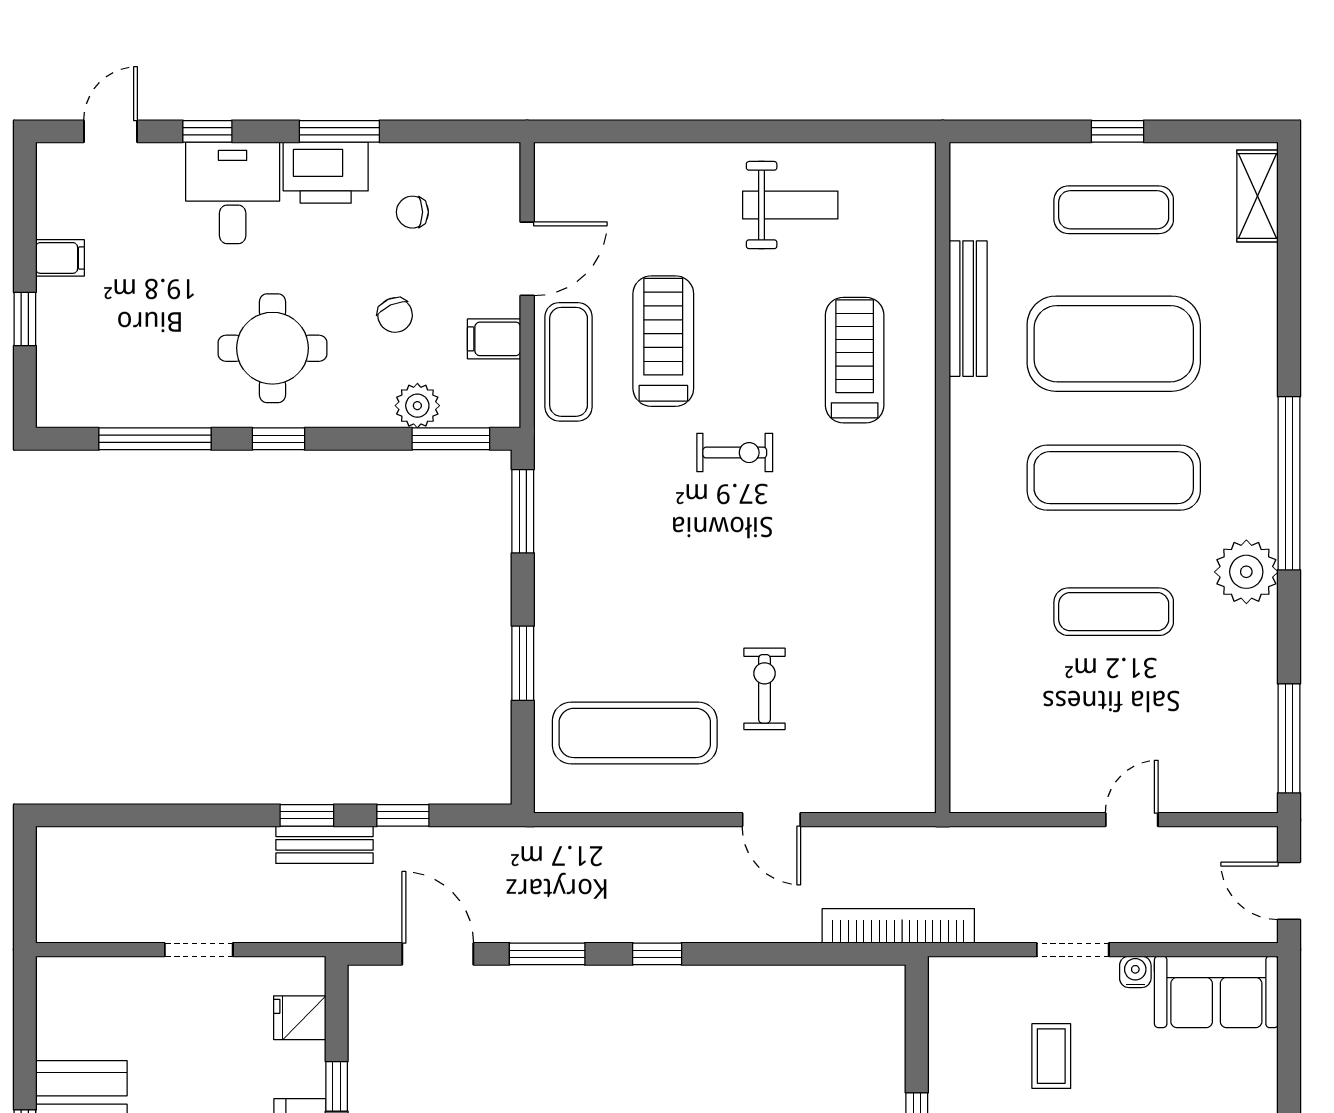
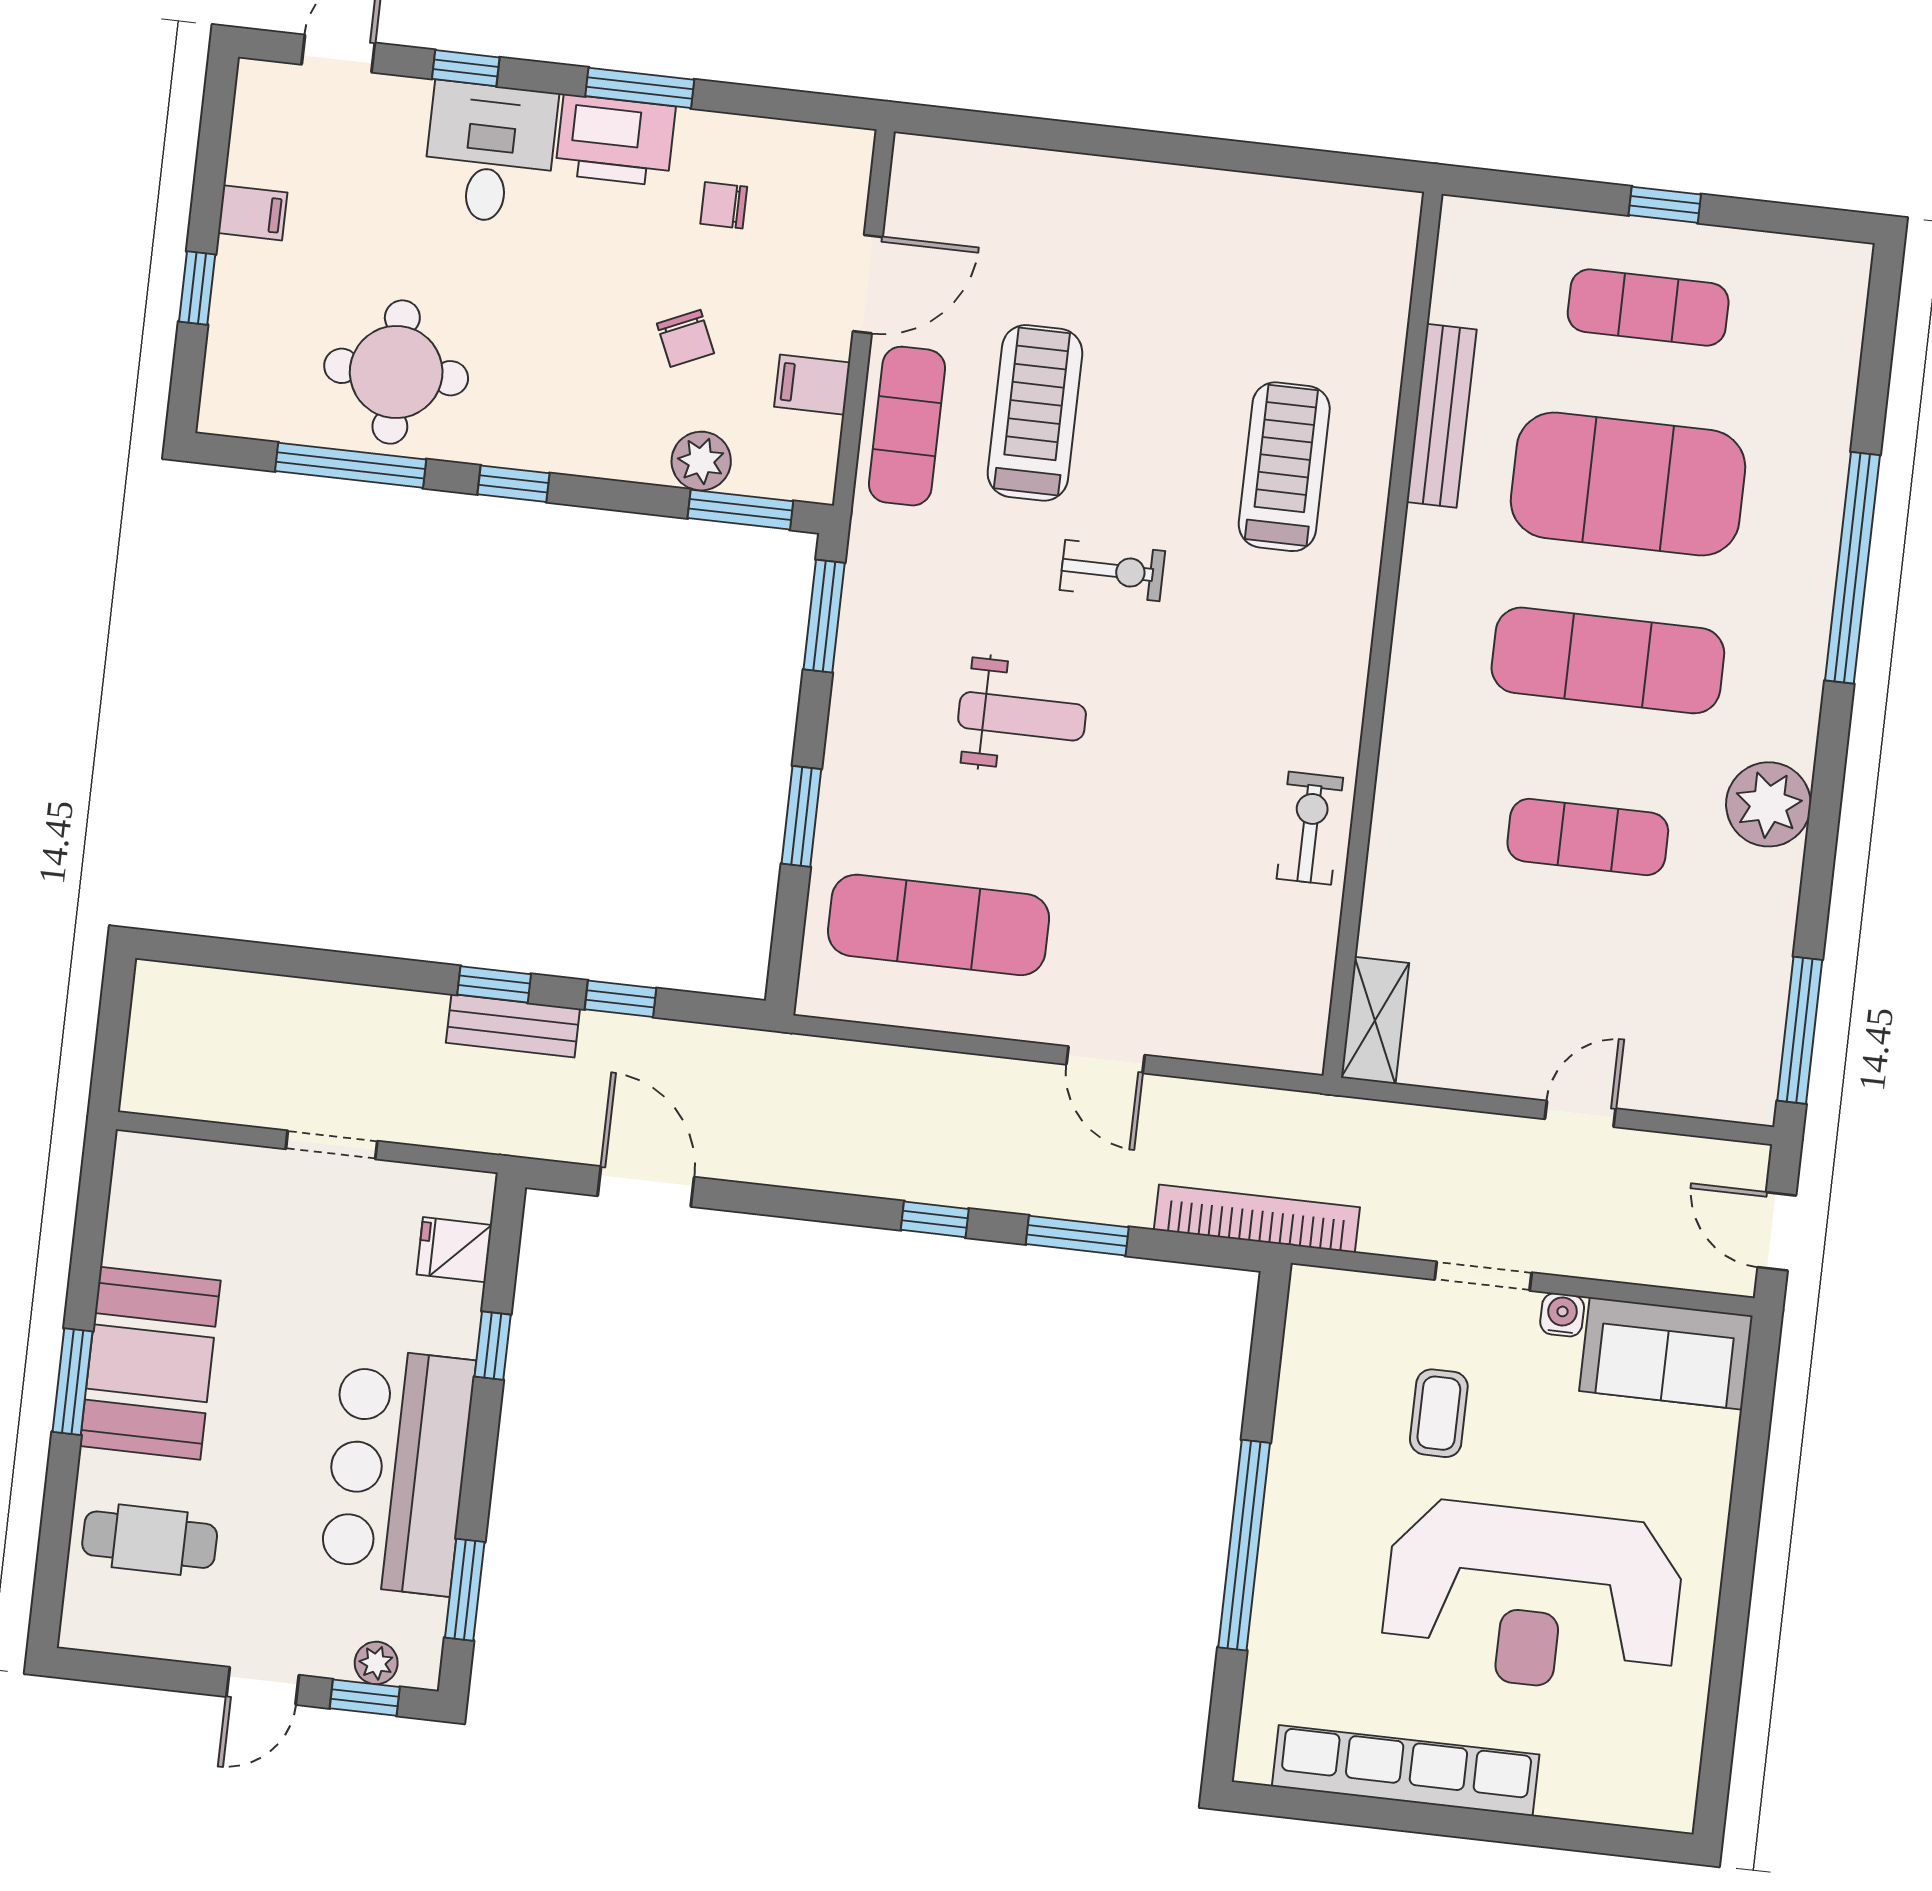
shelving: (1258, 196) -> (1375, 1020), moved
weight bench: (790, 205) -> (1022, 716), moved
round table: (272, 348) -> (396, 372), moved
window: (1289, 483) -> (1852, 568), moved
exercise bike: (764, 689) -> (1310, 828), moved
window: (547, 954) -> (1077, 1236), moved

